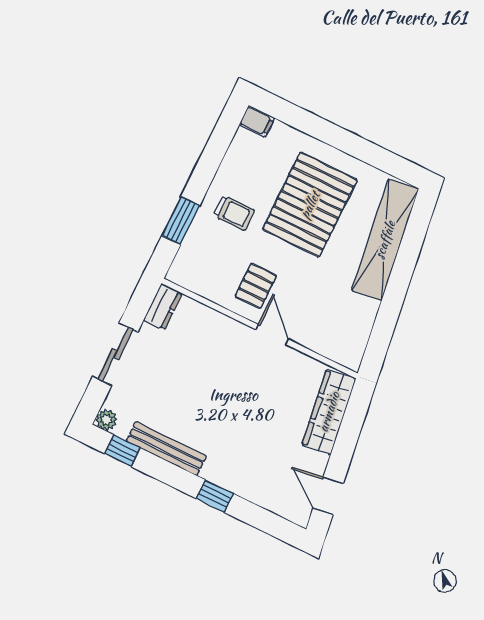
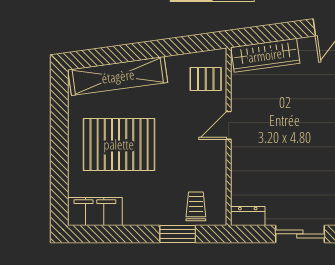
filing cabinet: (257, 121) -> (95, 212), width x3.00, depth x1.17
trolley: (234, 213) -> (196, 206), moved
pallet: (256, 286) -> (206, 79), moved

